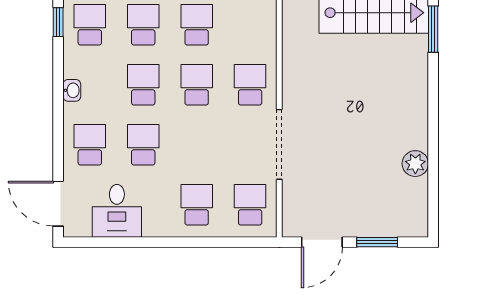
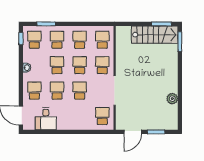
school desk: (250, 25) -> (102, 40), added
school desk: (197, 205) -> (80, 91), moved

